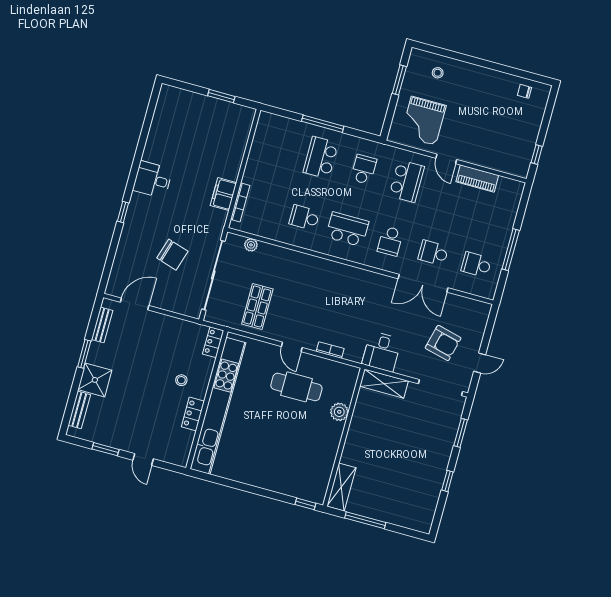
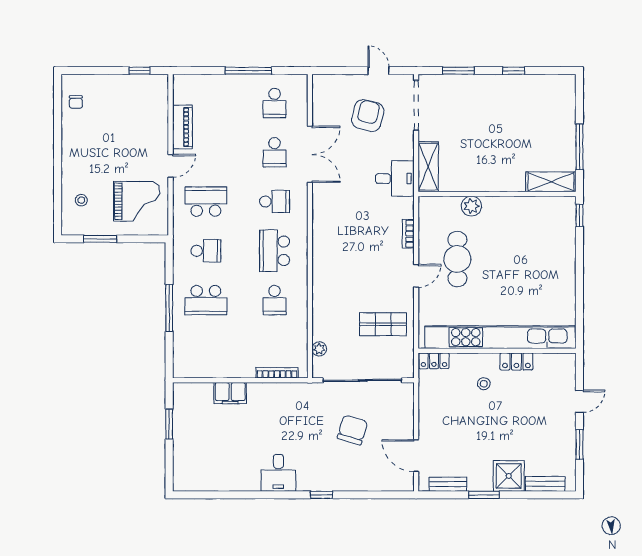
school desk: (364, 169) -> (206, 251), turned 180
filing cabinet: (223, 194) -> (230, 393), moved

